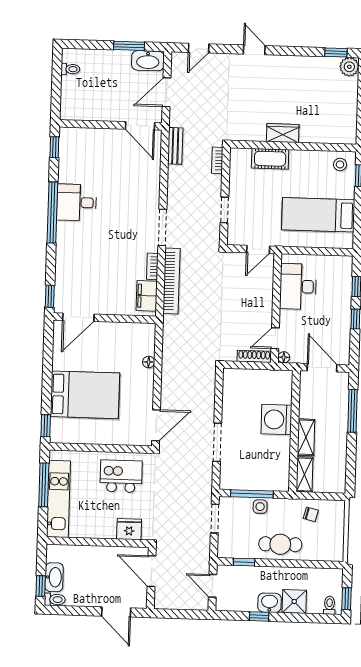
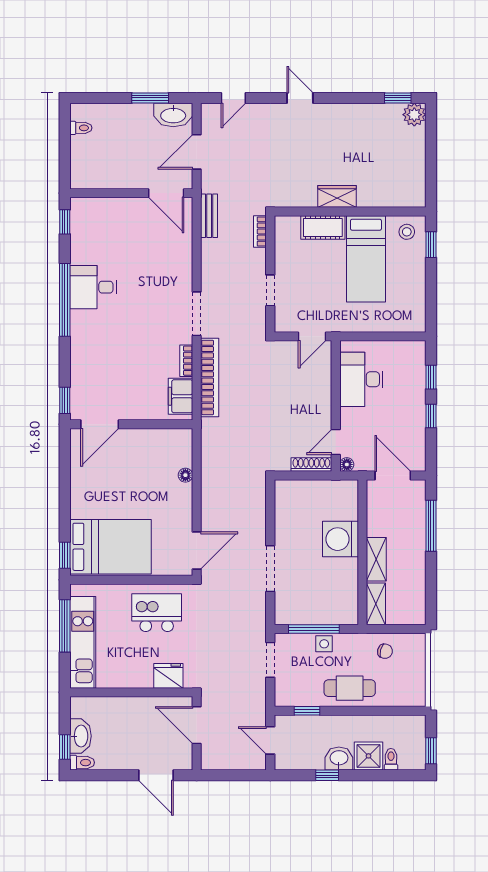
bed: (318, 215) -> (366, 259), moved, turned -90
bed: (85, 395) -> (110, 547), moved
toilet: (329, 605) -> (391, 759), moved

